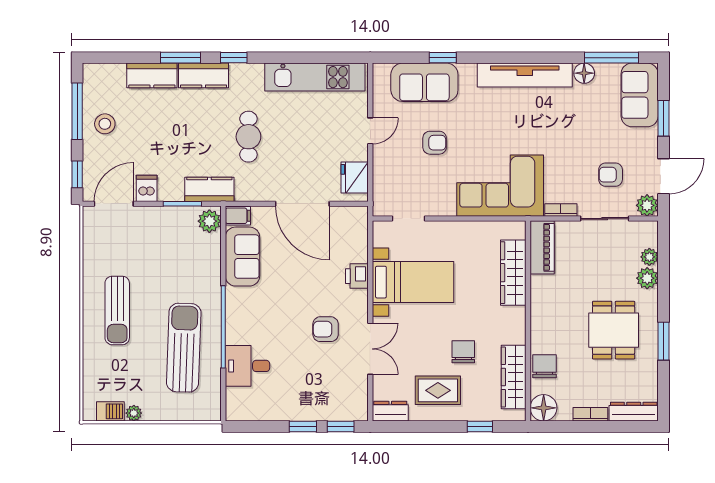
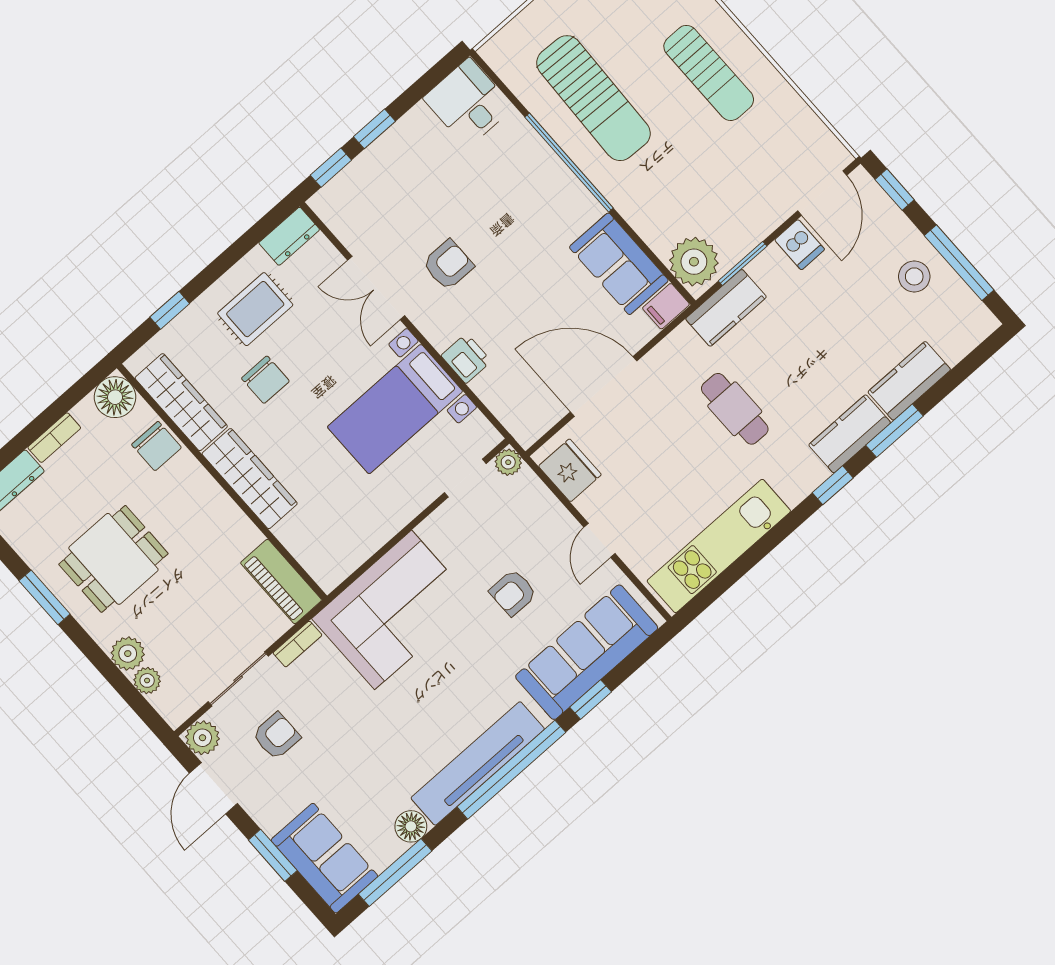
window: (511, 58) -> (511, 770), added
sofa: (424, 82) -> (587, 652), width x1.36
plant: (381, 208) -> (508, 462), added
plant: (209, 221) -> (694, 262), width x1.36, depth x1.36
wardrobe: (513, 273) -> (250, 479), moved
sun lounger: (117, 310) -> (709, 73), turned 180
dining table: (614, 330) -> (113, 559), turned 90
desk: (247, 366) -> (468, 103), moved, turned -90

